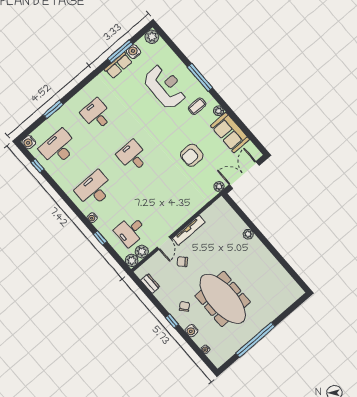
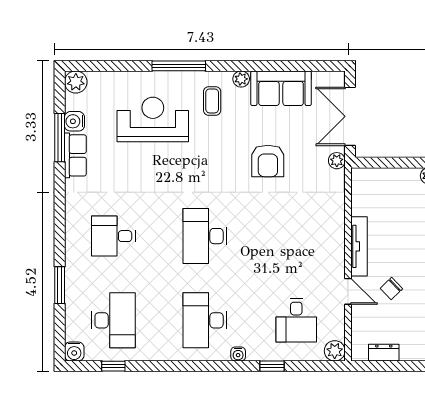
desk: (58, 148) -> (113, 320), turned 180
desk: (133, 156) -> (205, 236), width x1.37
plant: (142, 252) -> (335, 328), removed

